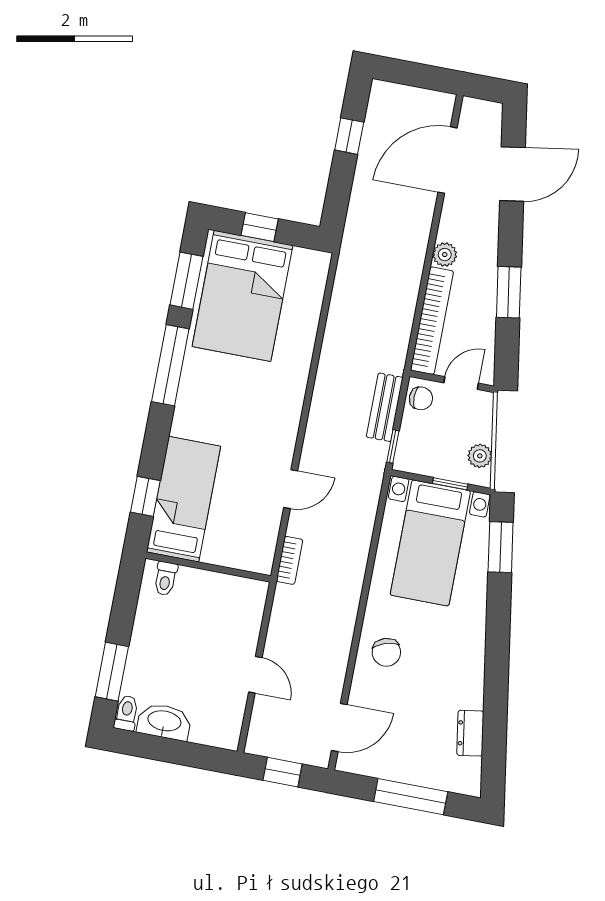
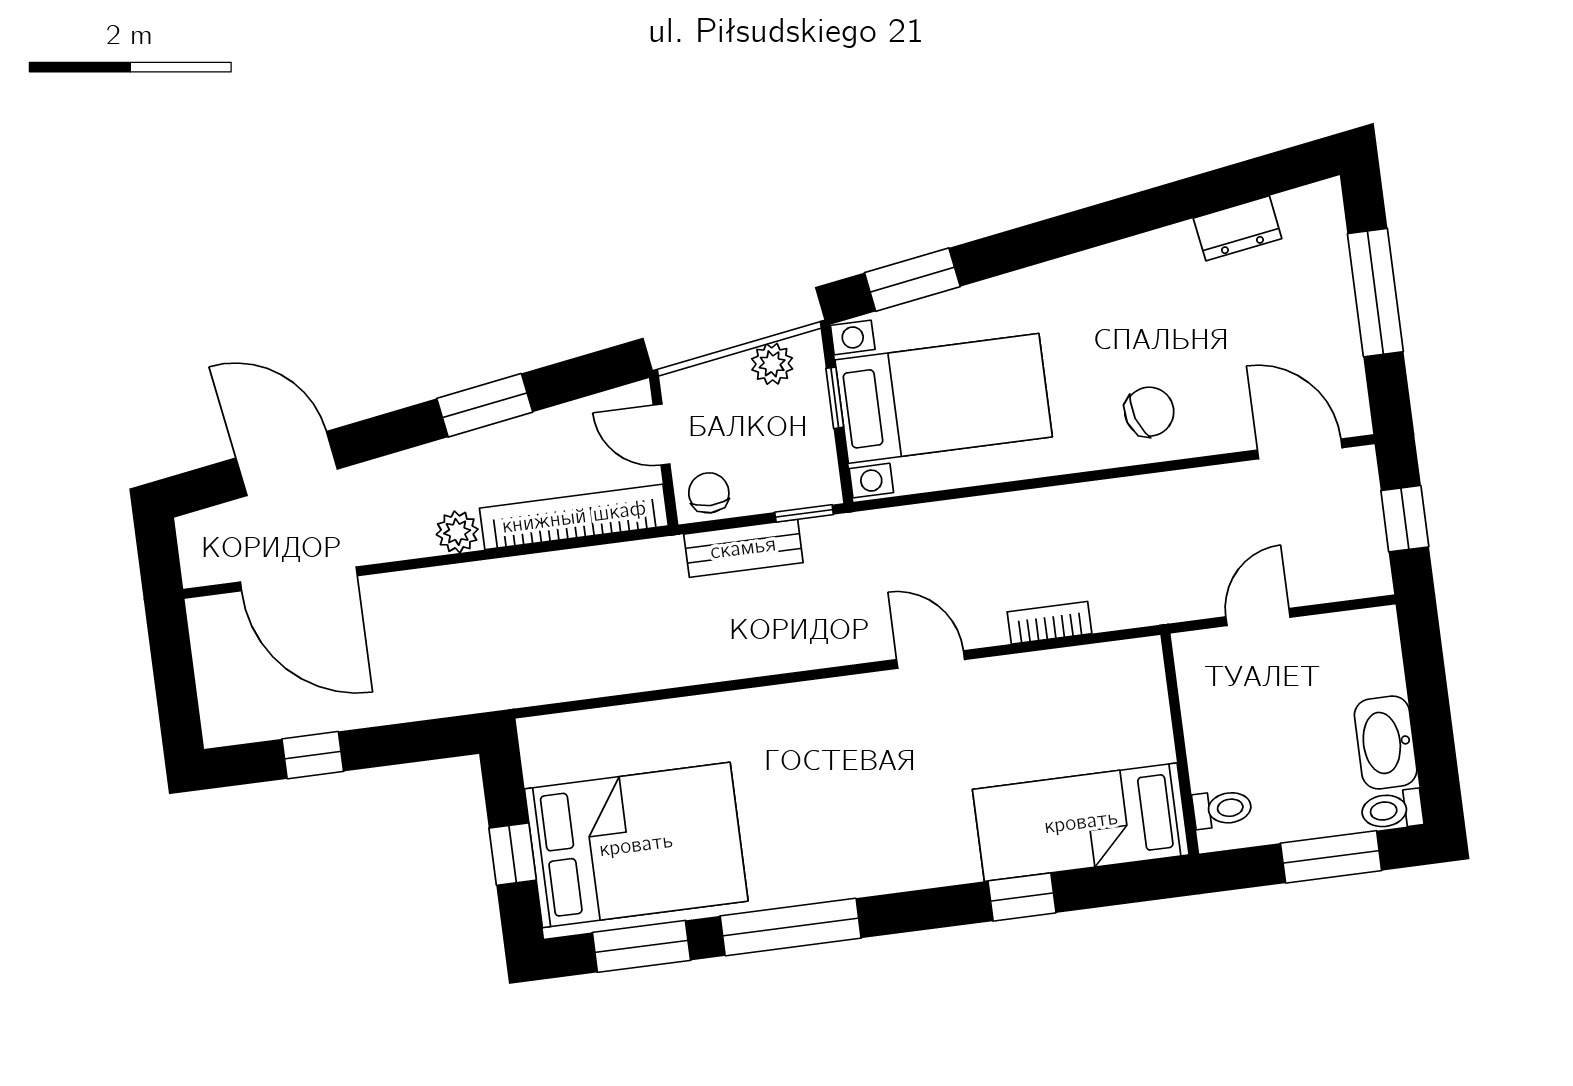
bed: (184, 499) -> (1081, 822), moved
wall: (208, 567) -> (1180, 744), moved
toilet: (166, 579) -> (1222, 809), moved

